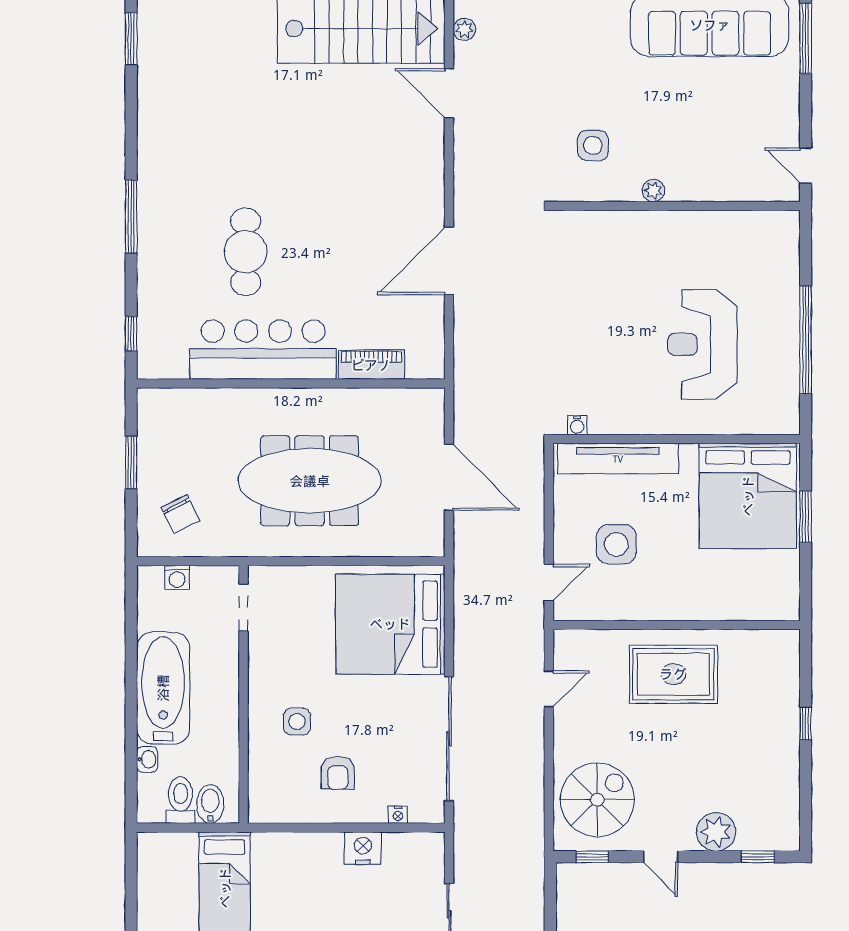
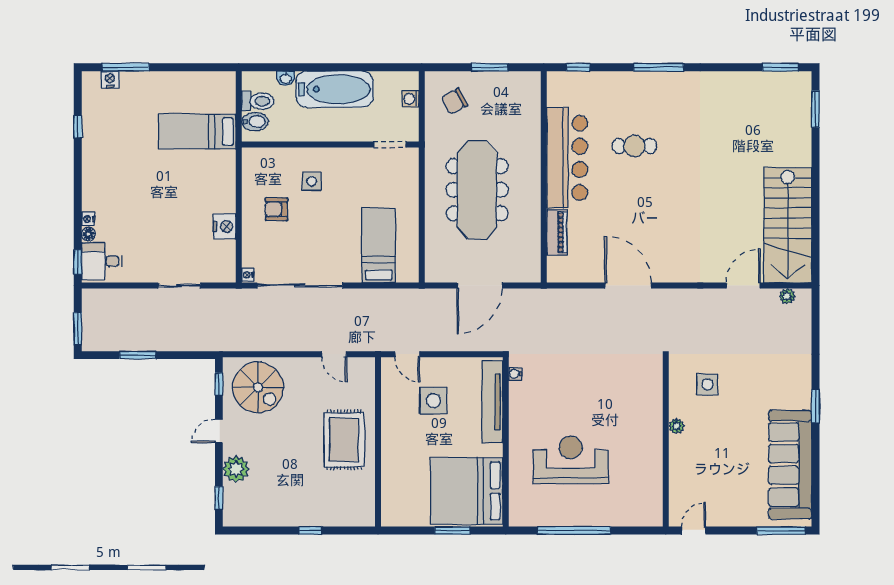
cafe table: (246, 252) -> (634, 146), width x0.73, depth x0.74
bed: (390, 624) -> (379, 245), width x0.49
nightstand: (398, 815) -> (248, 275), moved

